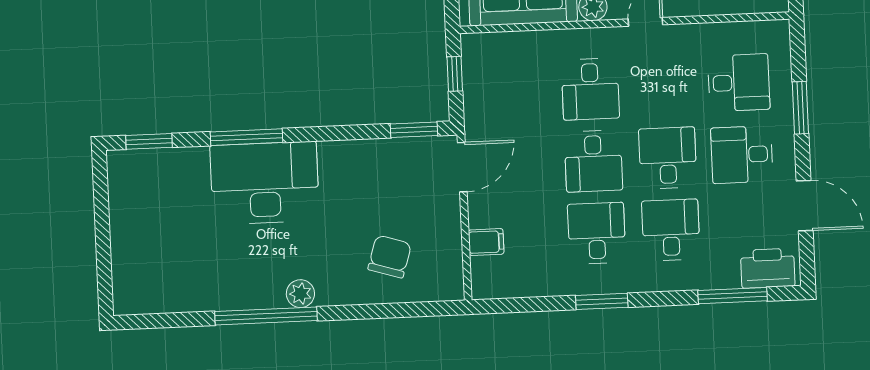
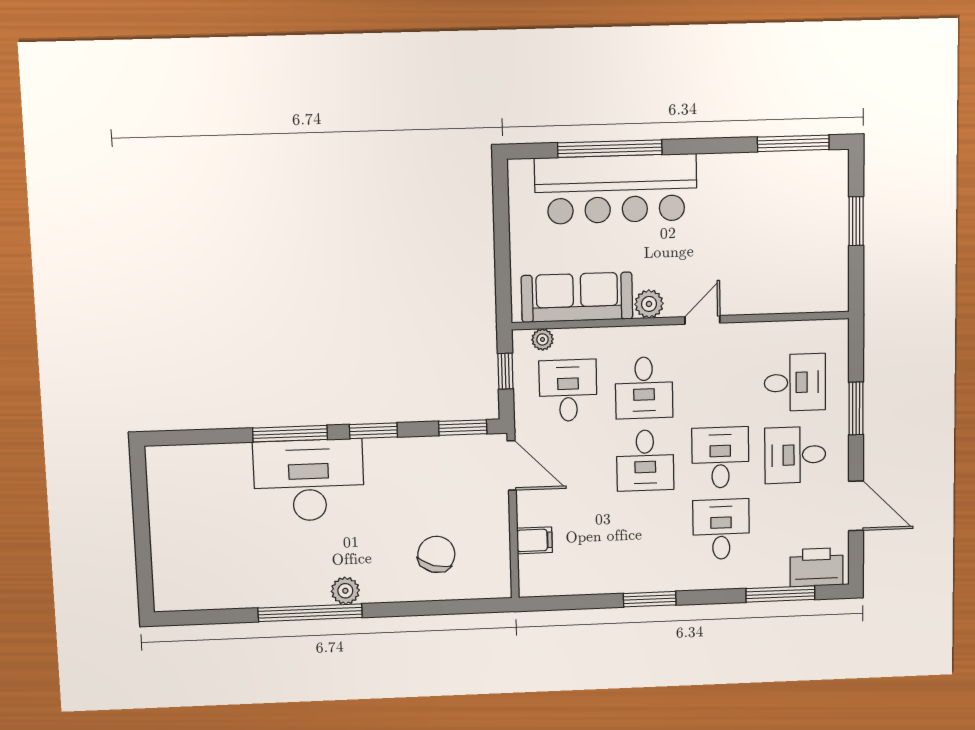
plant: (490, 43) -> (542, 339), added
window: (149, 141) -> (373, 431), moved
door: (462, 167) -> (512, 465), hinge flipped
desk: (597, 233) -> (568, 390), moved

